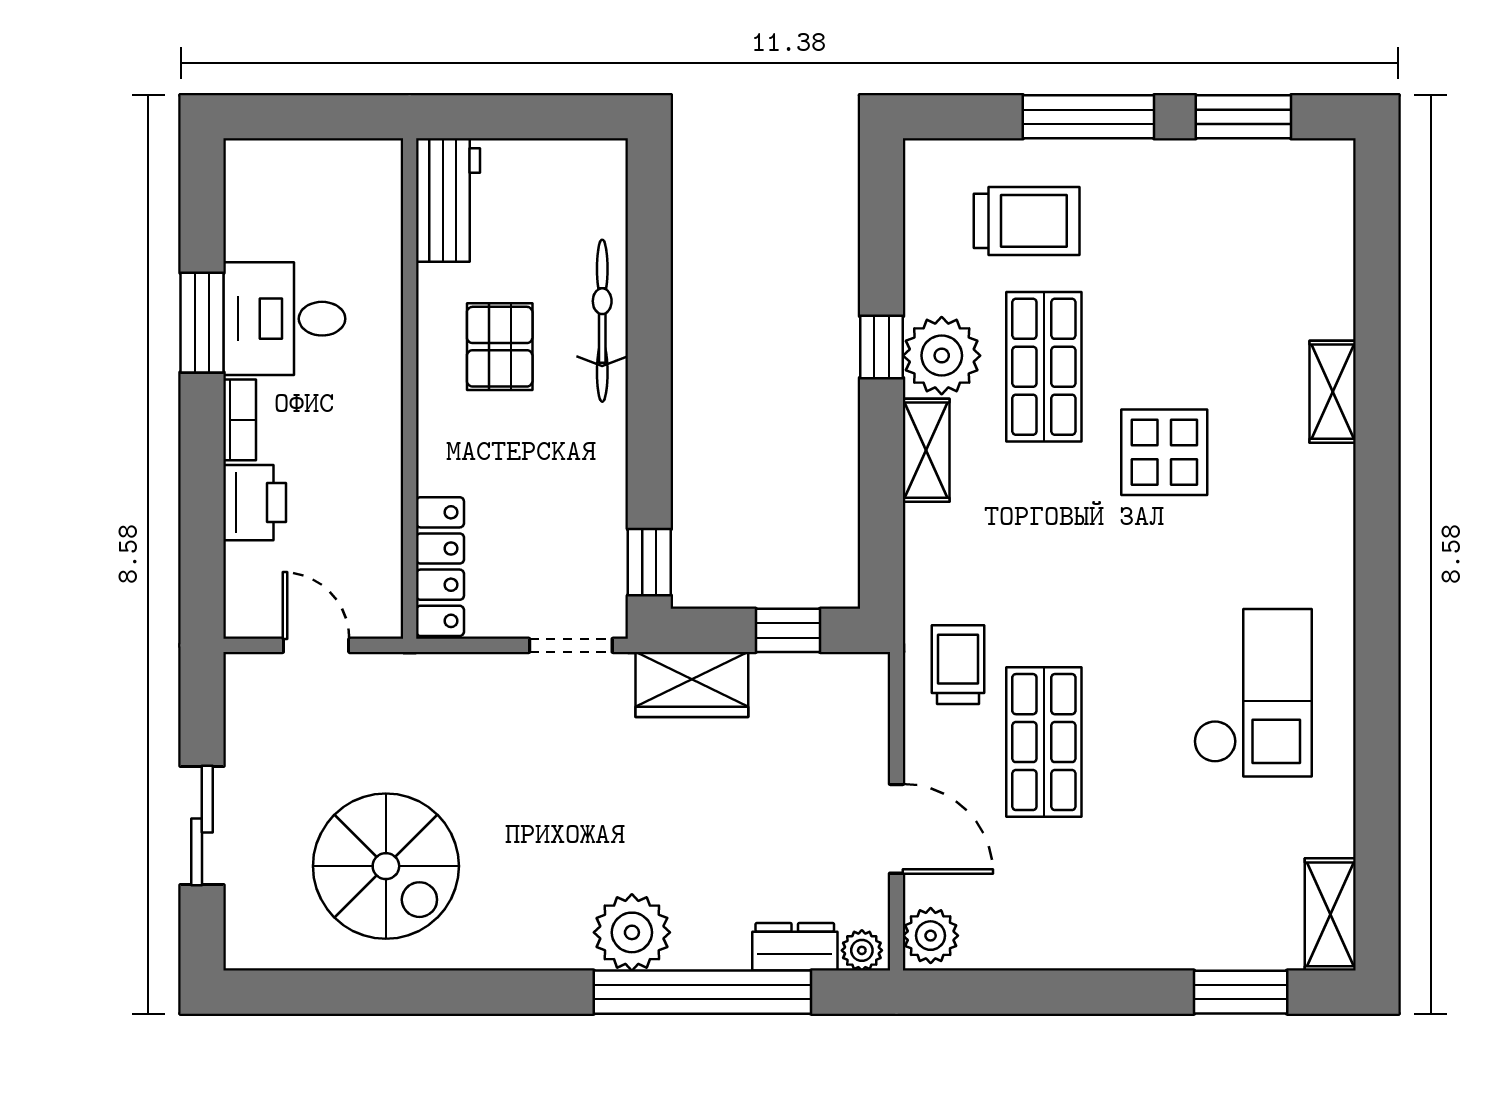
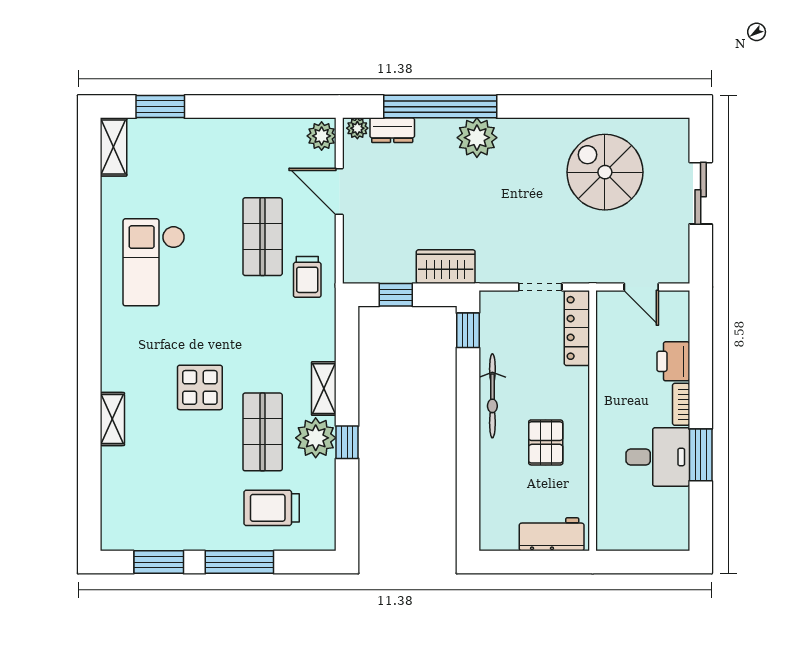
workbench: (448, 200) -> (552, 534), moved, turned 90
bicycle: (602, 321) -> (492, 396), moved
doorway: (571, 645) -> (540, 287), moved

